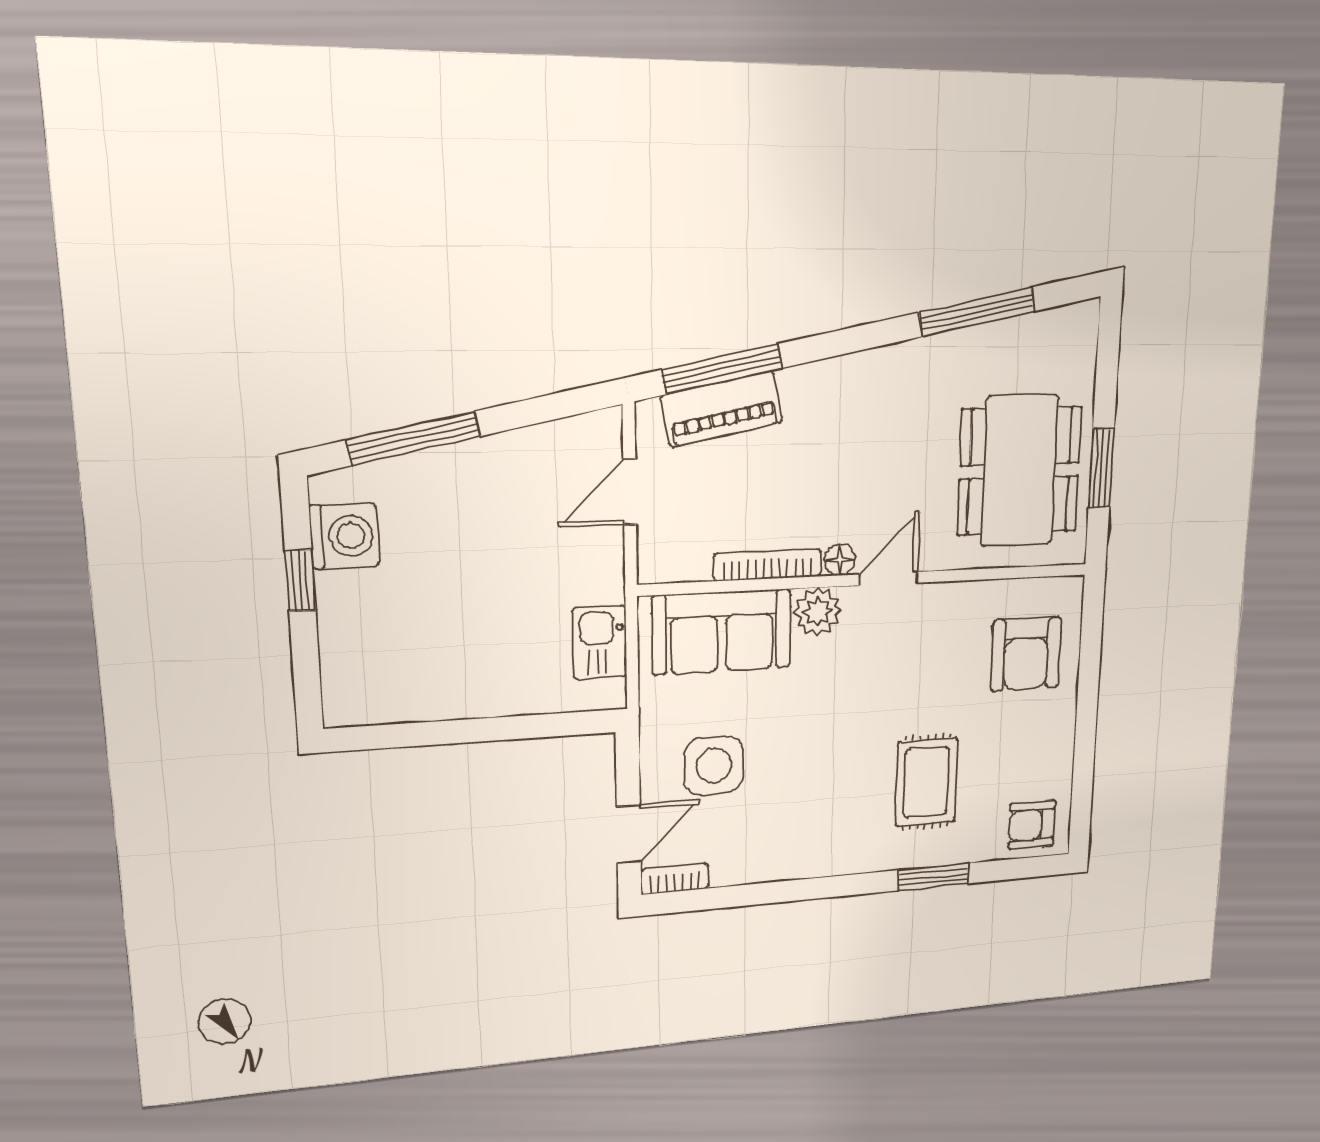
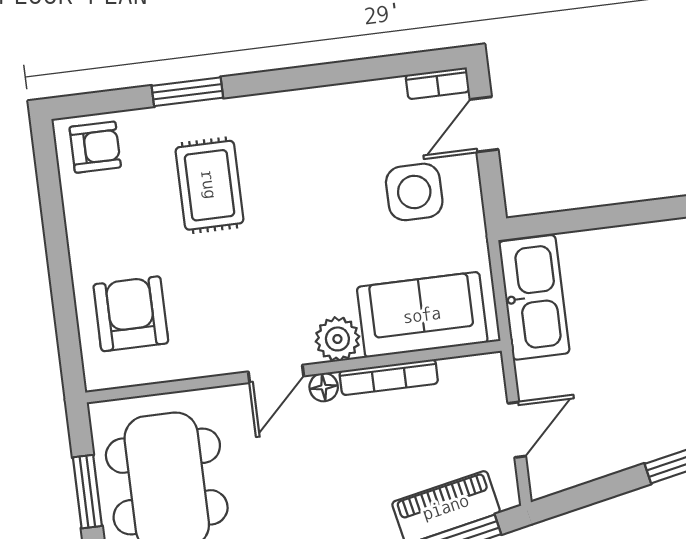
kitchen sink: (600, 642) -> (534, 297), width x1.88, depth x1.24

